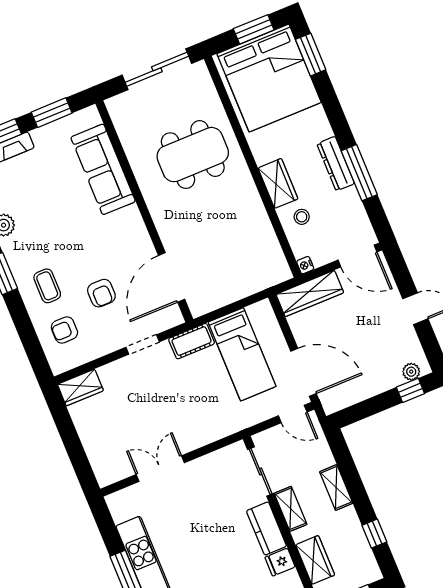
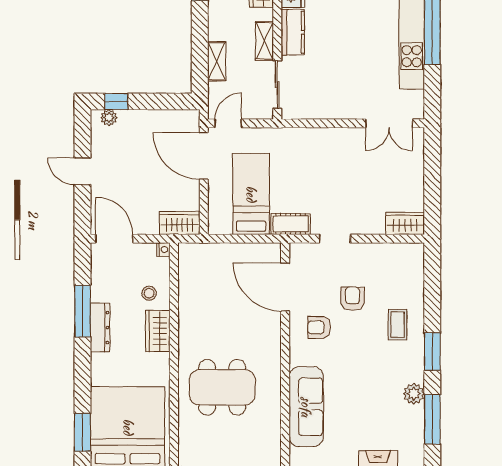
door: (172, 277) -> (285, 287), swing flipped
wardrobe: (310, 293) -> (180, 223), width x0.67
armchair: (64, 330) -> (319, 327), moved, turned 180
door: (293, 414) -> (228, 123), hinge flipped
double door: (160, 469) -> (389, 123), moved
shelving: (336, 487) -> (217, 61), moved

